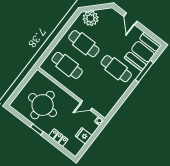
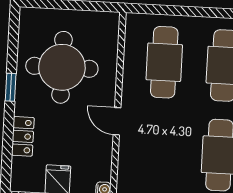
door: (86, 106) -> (117, 121), moved

